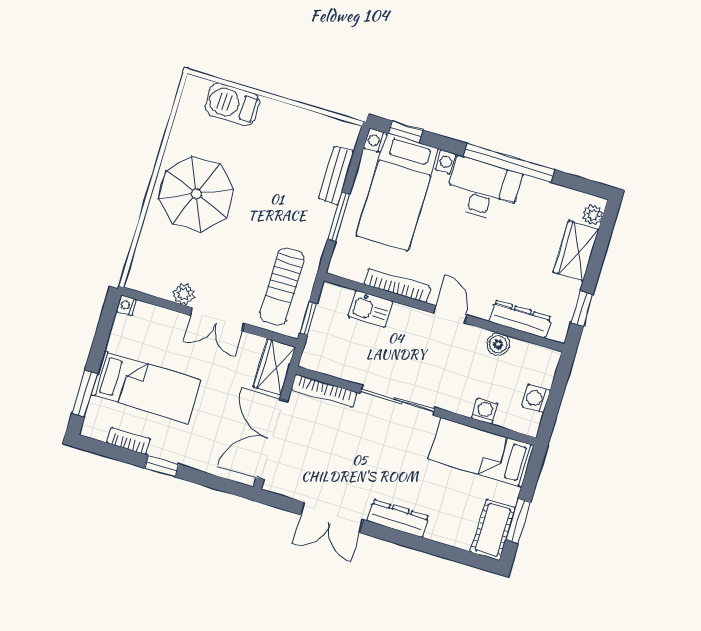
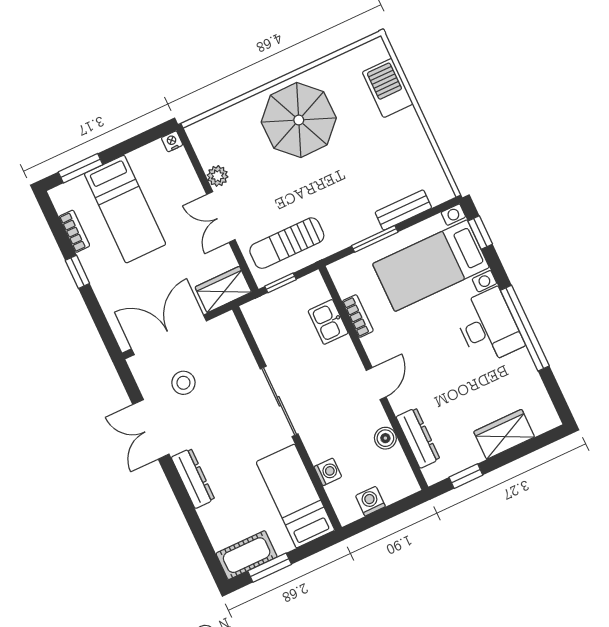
plant: (593, 215) -> (541, 423), removed
bookcase: (397, 286) -> (358, 316), width x0.64
bookcase: (324, 391) -> (238, 341), removed
stool: (318, 461) -> (183, 383), added

